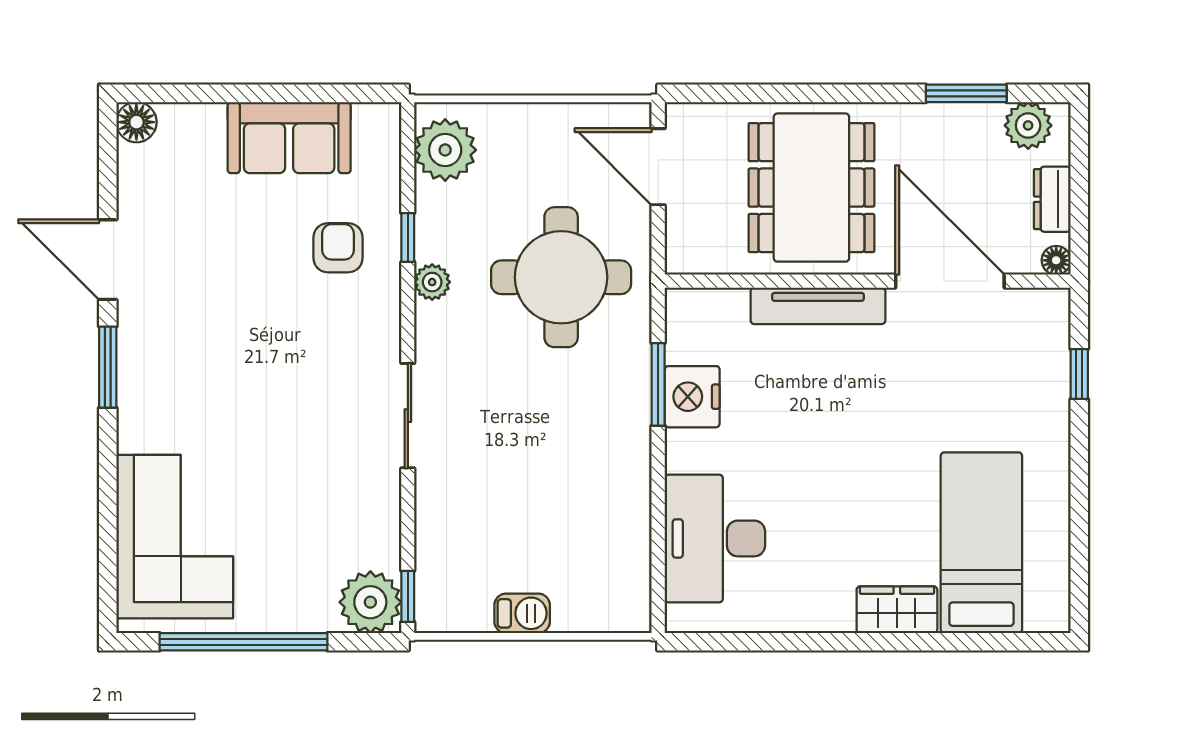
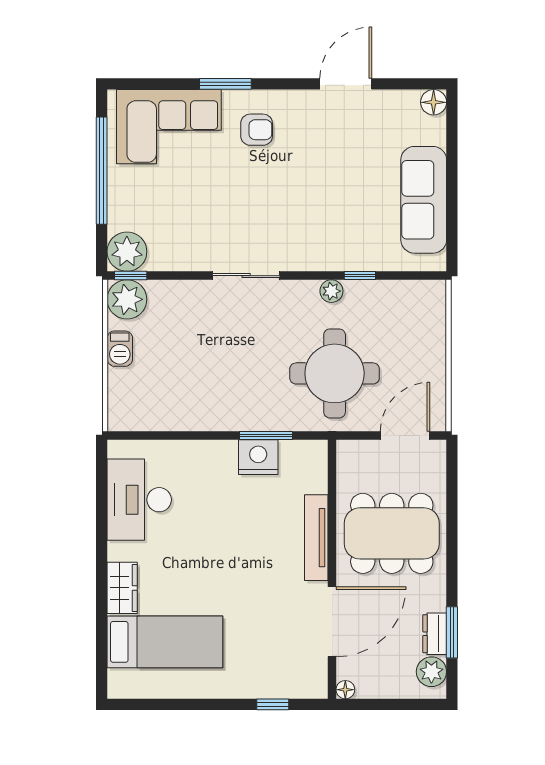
sofa: (289, 138) -> (424, 200), width x1.36
plant: (445, 150) -> (127, 299), moved
dresser: (1052, 199) -> (435, 634), moved, turned -90
armchair: (338, 248) -> (257, 130), moved
window: (108, 367) -> (225, 84), moved
desk: (715, 538) -> (139, 500), moved, turned -90

